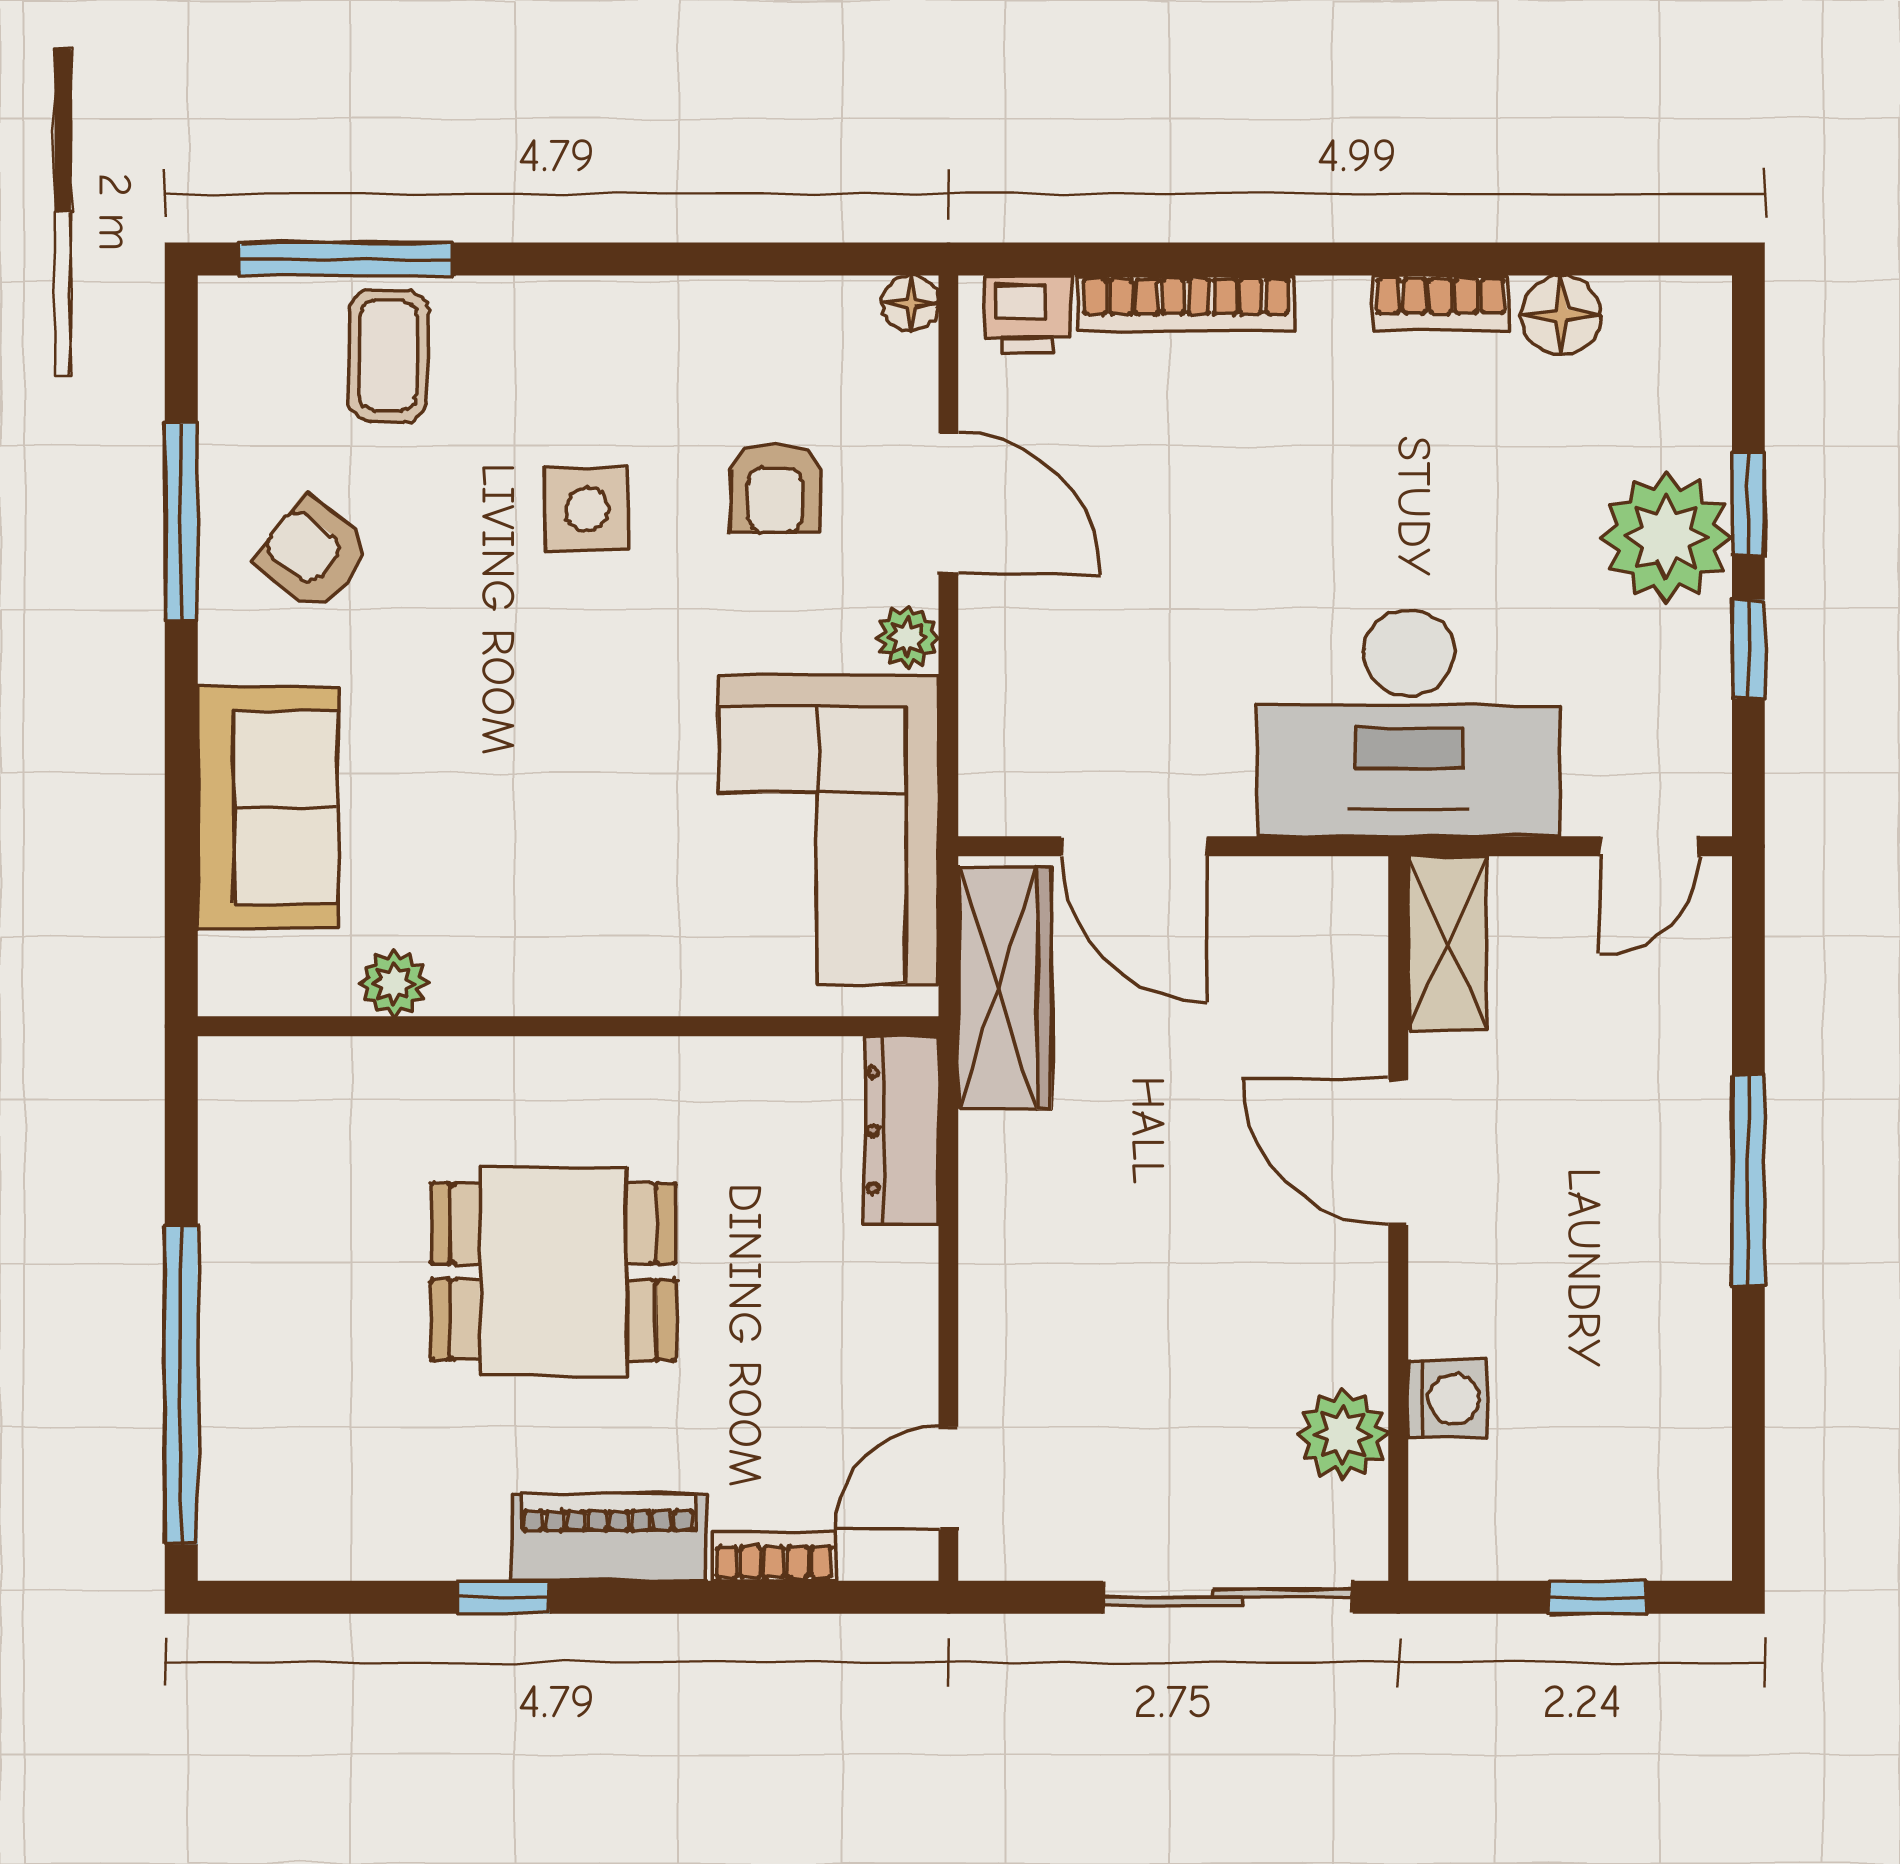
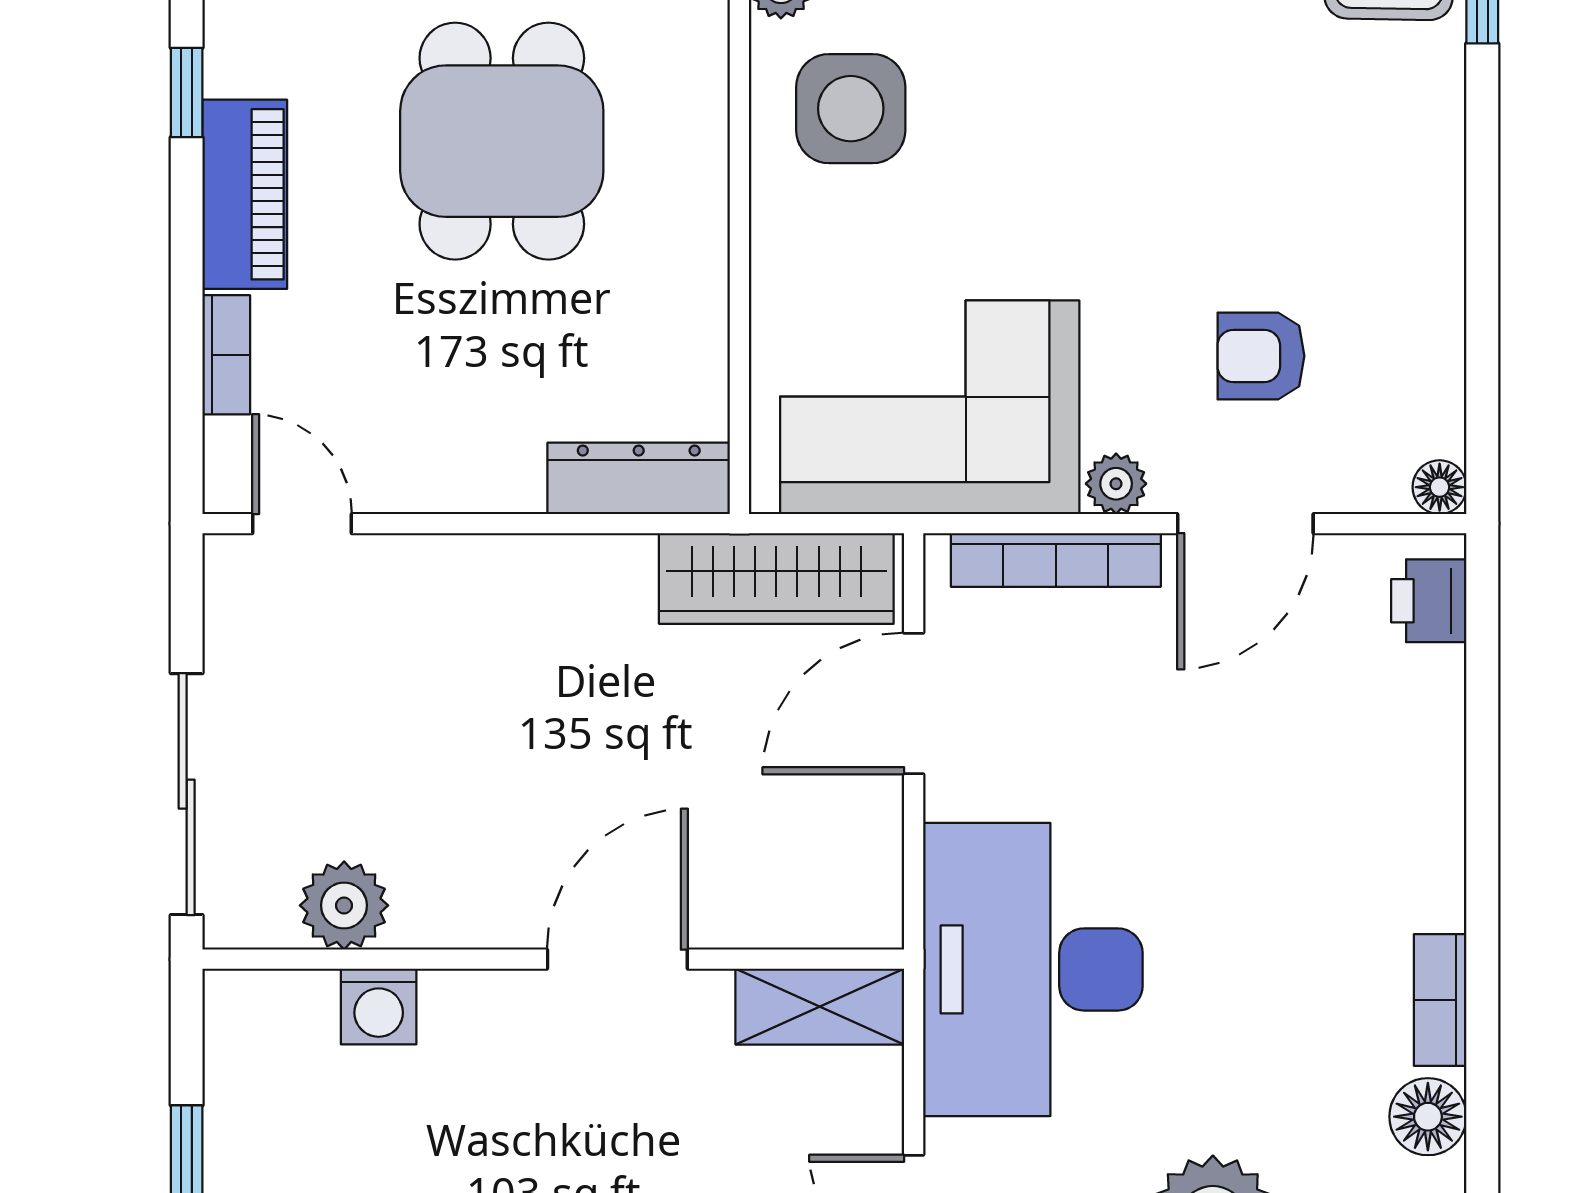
bookcase: (1186, 303) -> (1056, 560), moved, turned -90
side table: (587, 510) -> (851, 109), moved, width x1.37, depth x1.37

